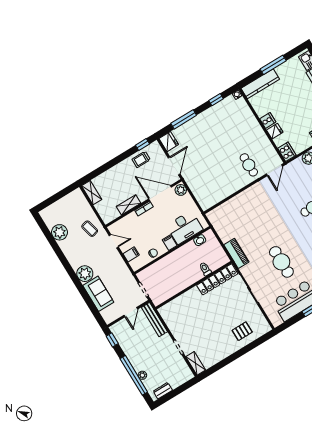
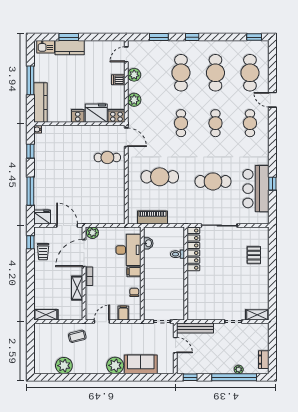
fridge: (275, 131) -> (96, 113), width x1.88, depth x1.34
cafe table: (259, 217) -> (160, 177), added
piano: (236, 253) -> (152, 217), moved

